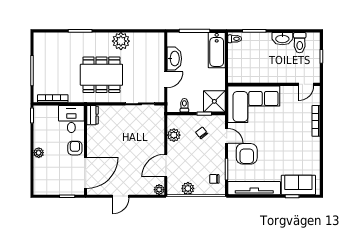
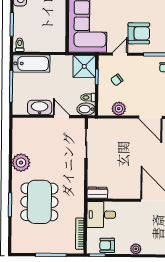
dining table: (101, 75) -> (39, 202), moved
bidet: (173, 103) -> (86, 109), added
armchair: (75, 148) -> (107, 245), moved

